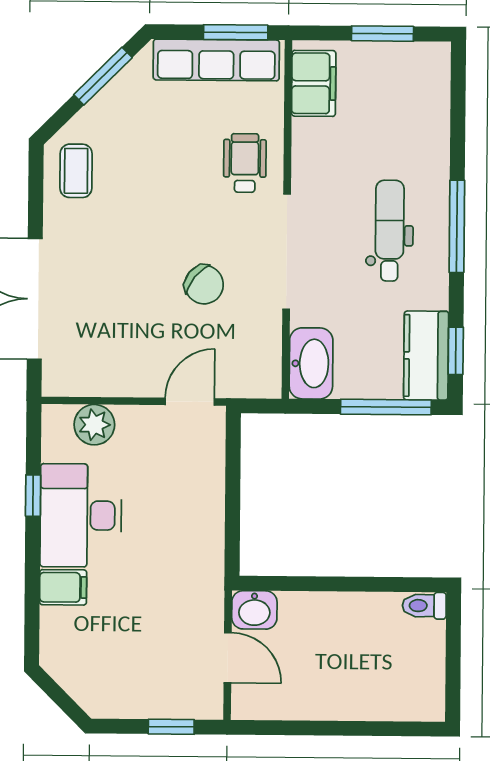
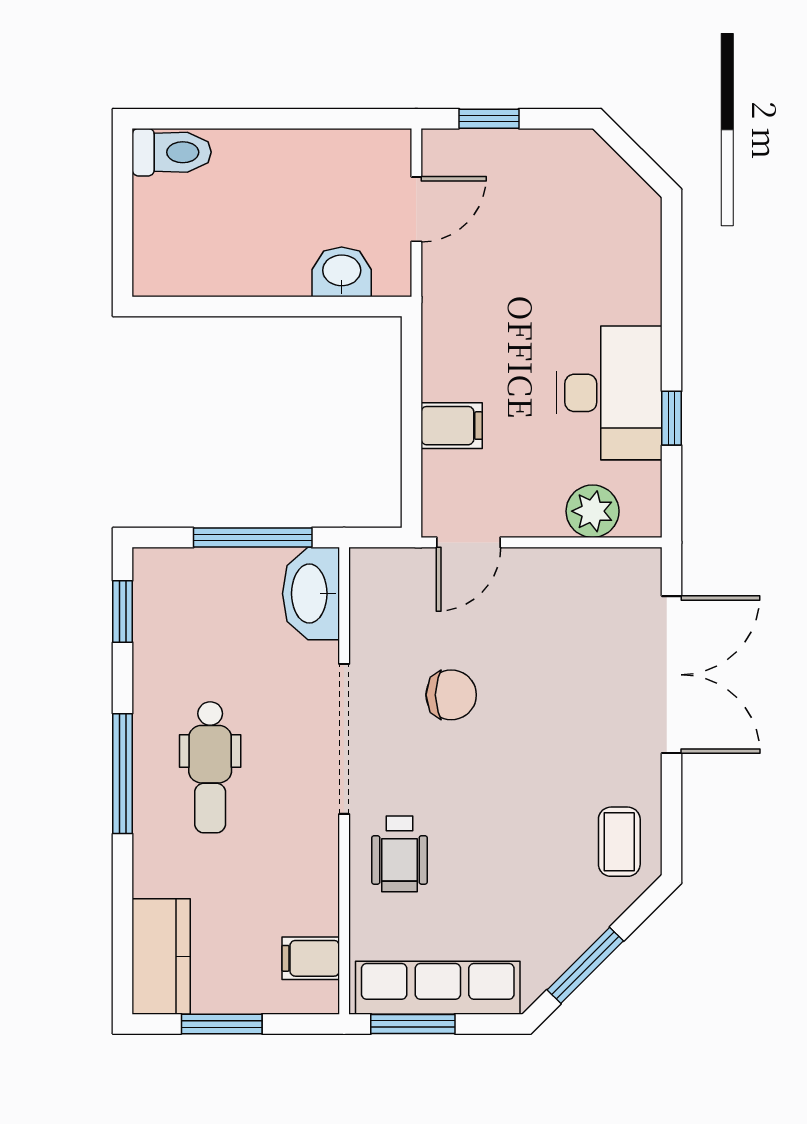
filing cabinet: (314, 83) -> (311, 958), width x0.50
chair: (204, 285) -> (451, 695), turned 141
kitchen counter: (426, 356) -> (161, 956), moved
window: (386, 407) -> (253, 538), moved
filing cabinet: (63, 587) -> (452, 426), moved, turned 180
toilet: (424, 606) -> (172, 152), moved, width x1.37, depth x1.39
washbasin: (254, 610) -> (342, 272), moved
door: (228, 658) -> (416, 209), swing flipped

